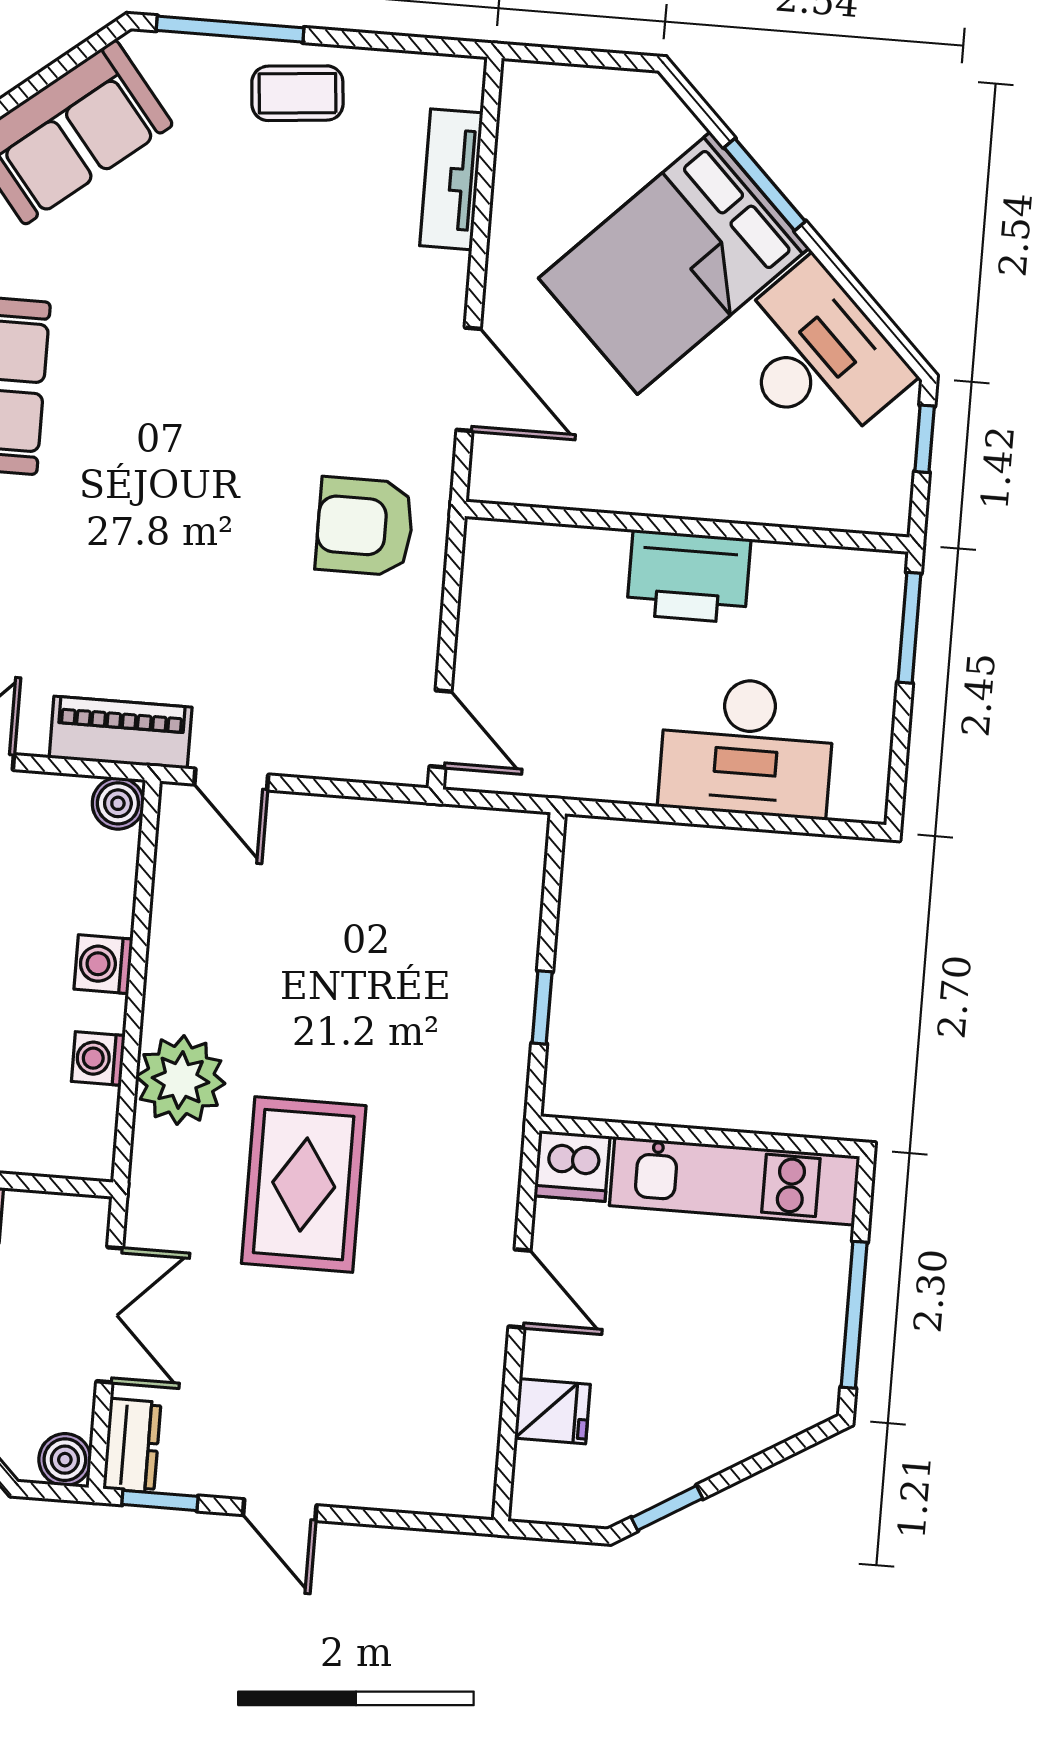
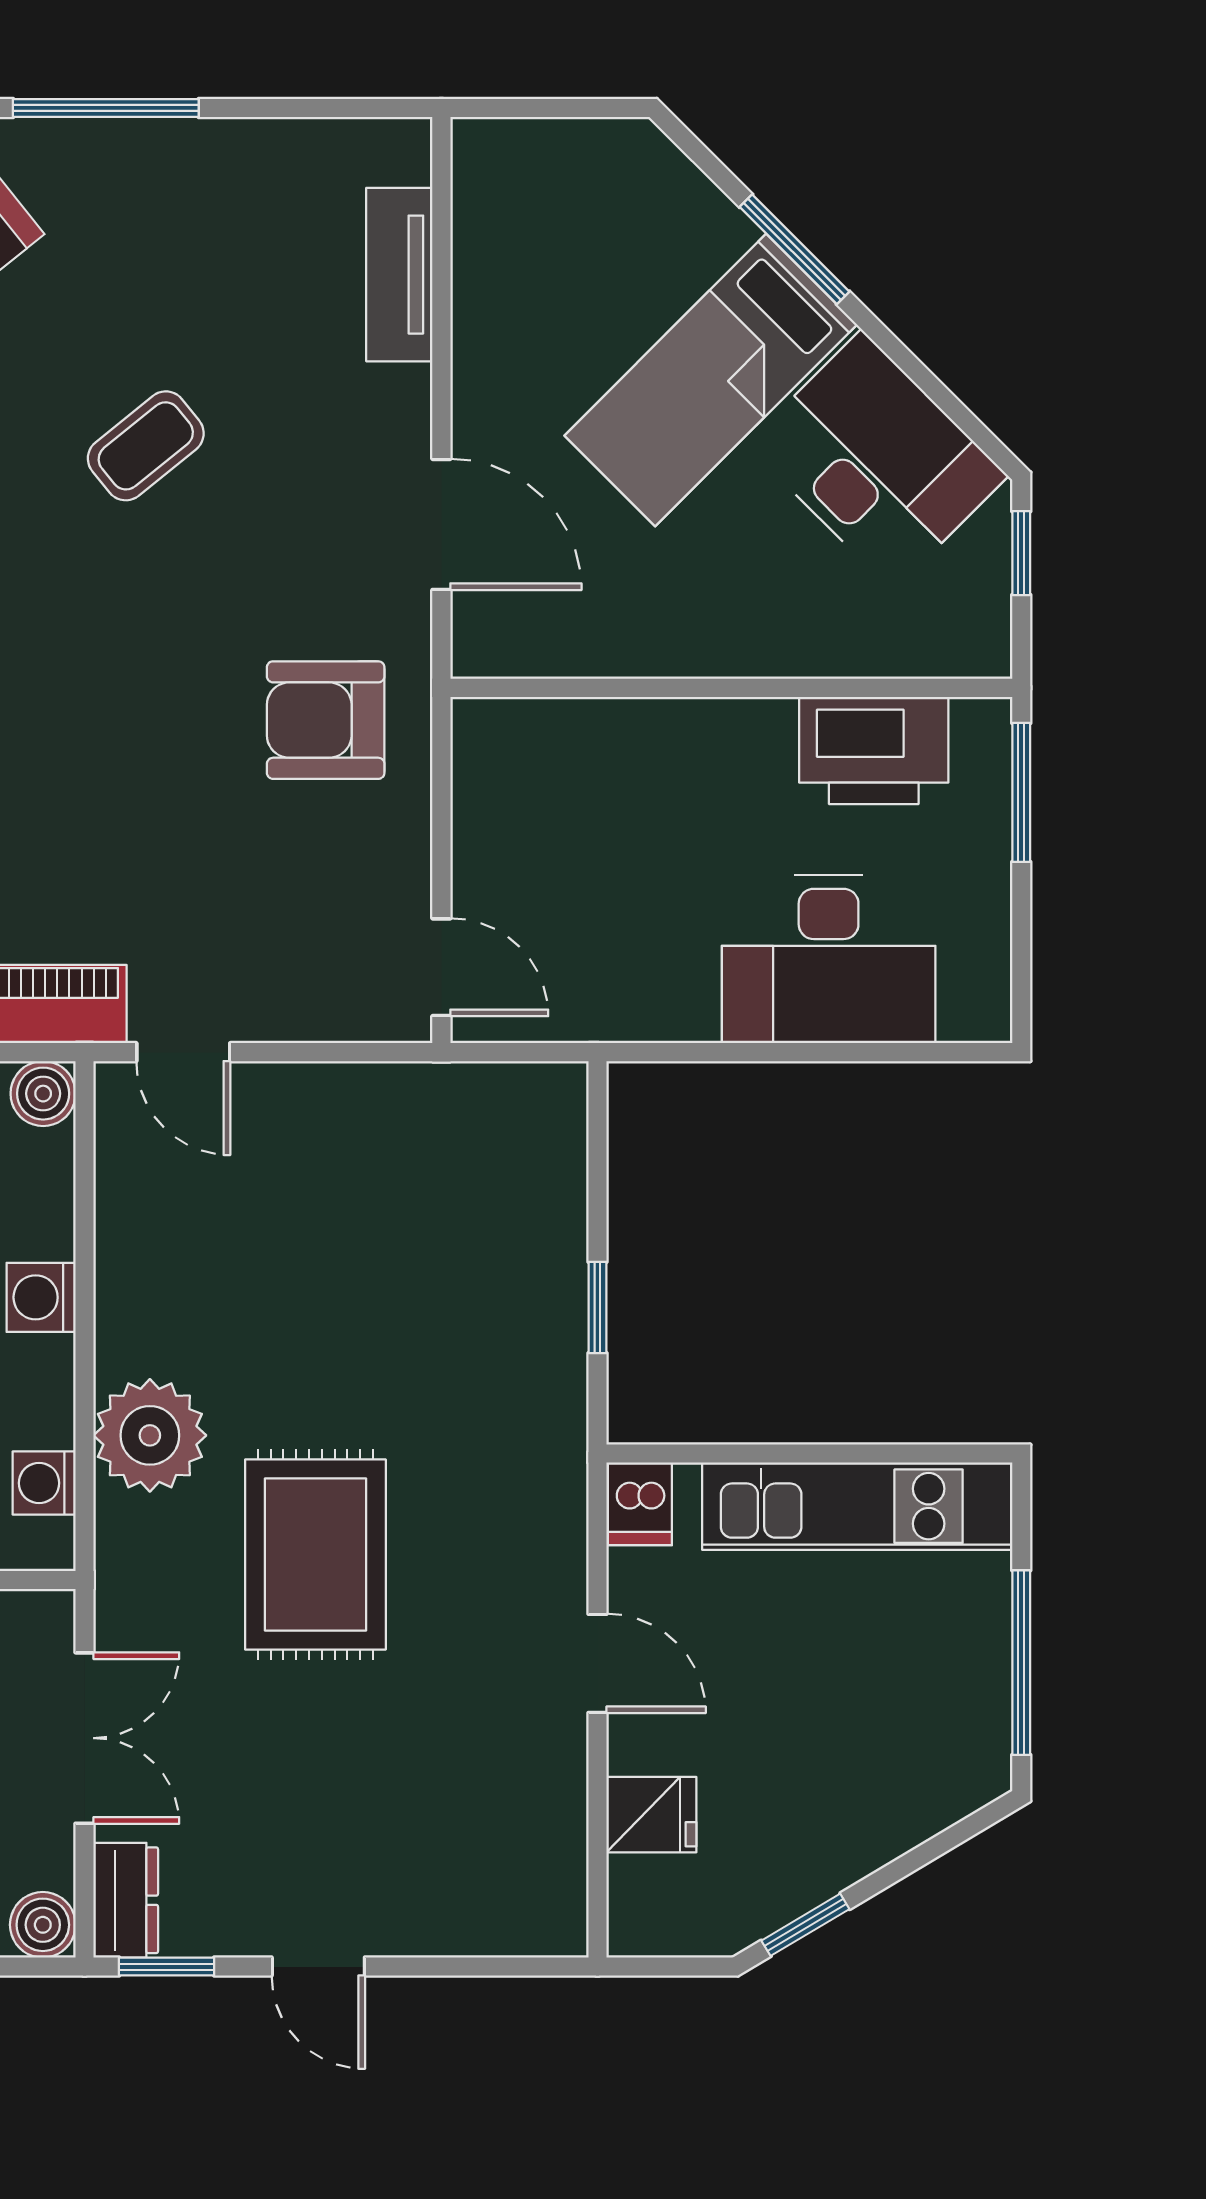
coffee table: (297, 93) -> (146, 446), moved, turned -34
bed: (674, 263) -> (711, 380), width x0.67
printer: (689, 577) -> (874, 750), moved
washing machine: (98, 1058) -> (44, 1483), moved
dishwasher: (573, 1166) -> (640, 1504), width x0.73

